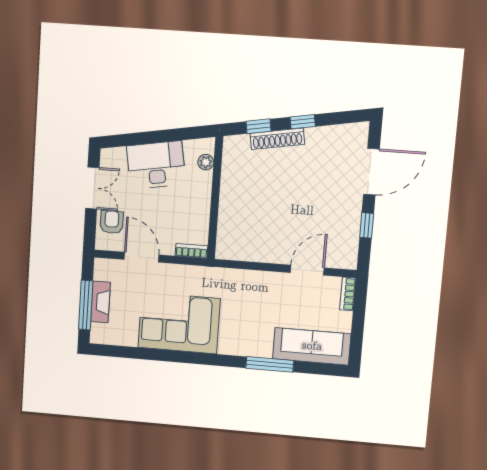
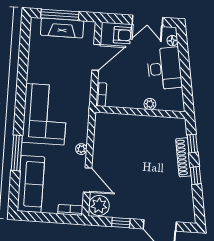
floor lamp: (118, 154) -> (172, 41), added
plant: (206, 162) -> (150, 104), moved
plant: (342, 255) -> (99, 206), added
plant: (265, 278) -> (81, 149), added
fireplace: (100, 302) -> (62, 28), width x1.37, depth x1.32
corner sofa: (179, 323) -> (45, 114), moved

